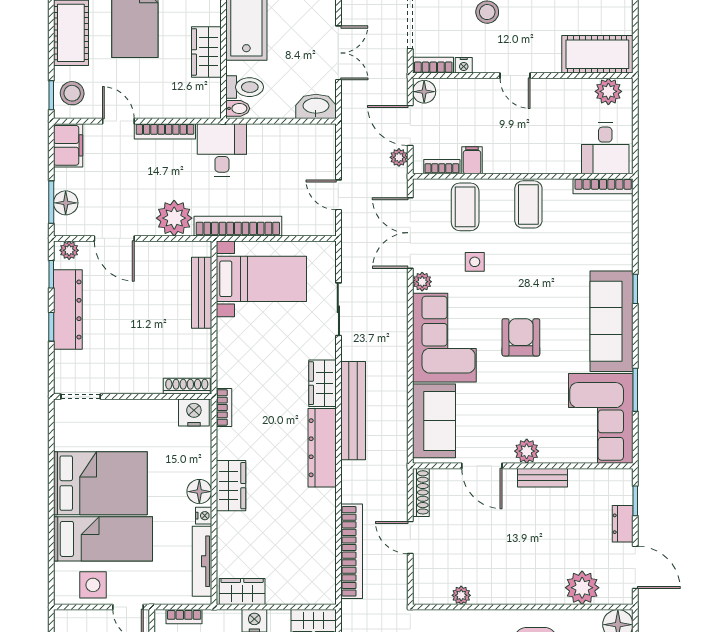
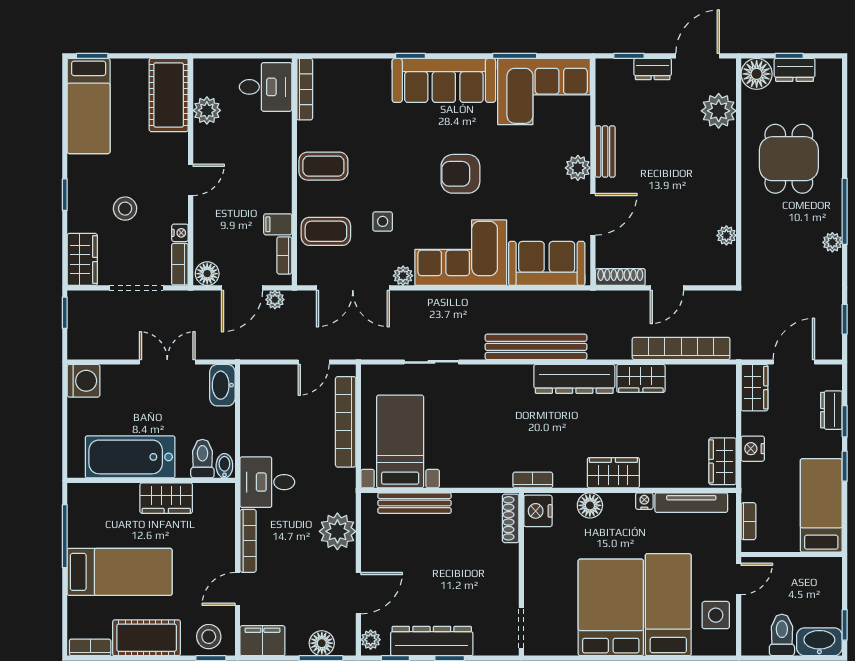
plant: (608, 91) -> (207, 110), moved
bookcase: (238, 226) -> (346, 422), moved
wardrobe: (322, 383) -> (641, 378), moved
floor lamp: (199, 492) -> (590, 505), moved

